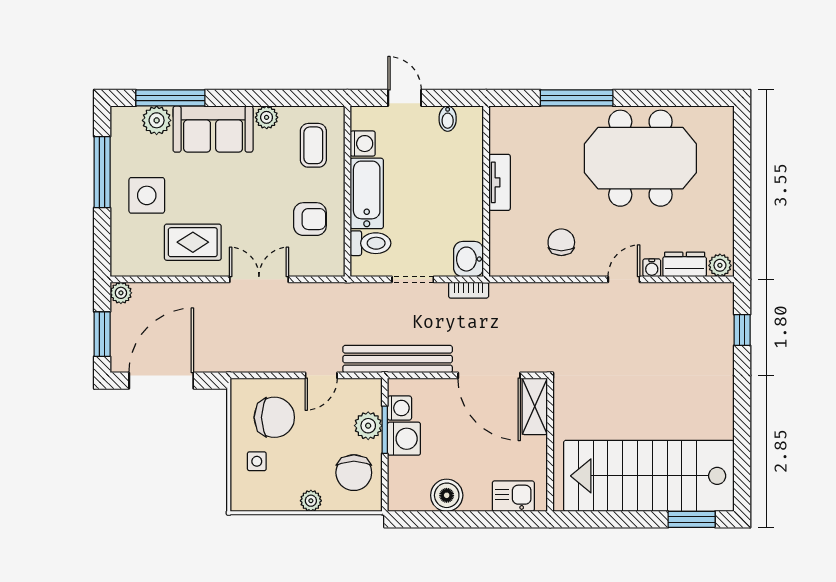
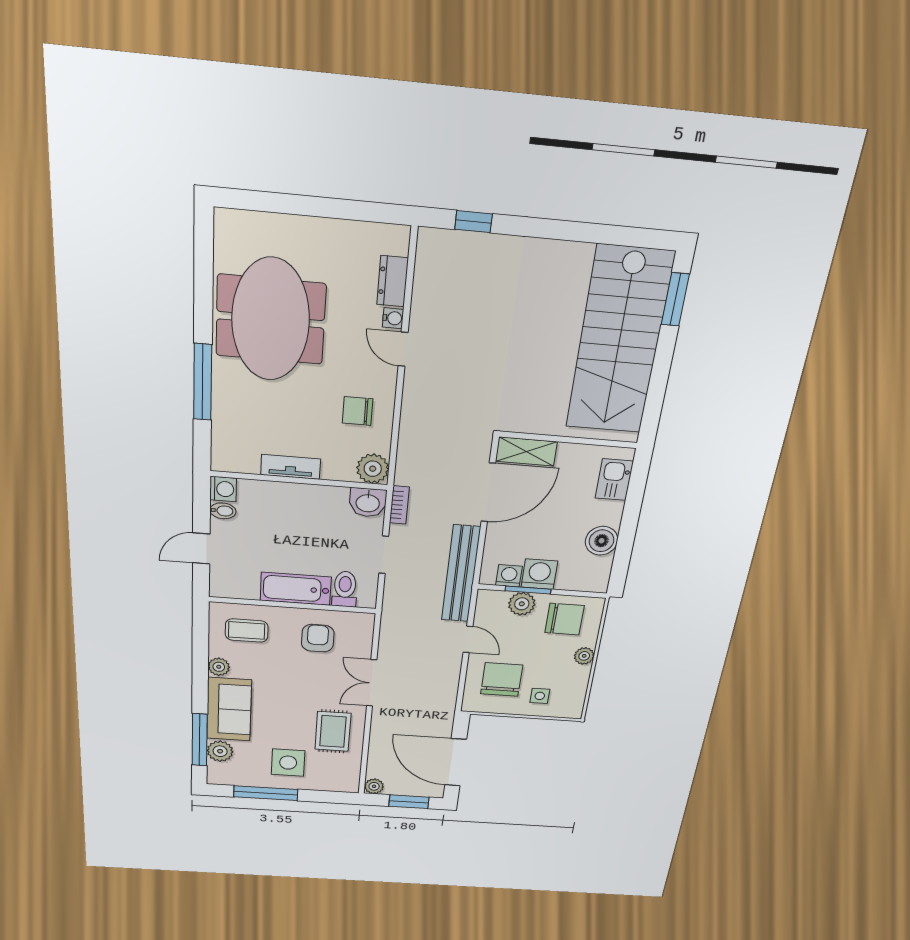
washing machine: (363, 144) -> (223, 489), moved, turned 90
plant: (720, 265) -> (373, 469), moved, width x1.38, depth x1.38

